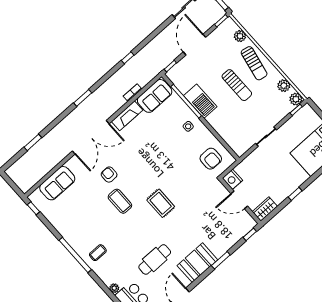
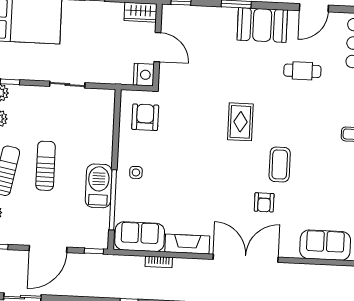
cafe table: (155, 259) -> (302, 71), width x0.73, depth x0.74

